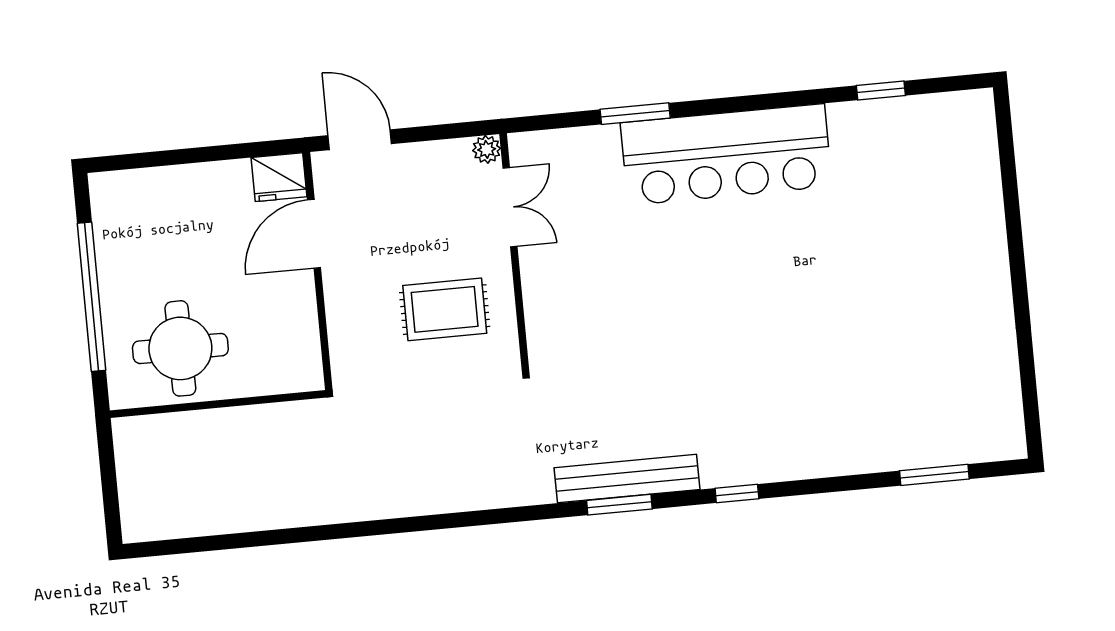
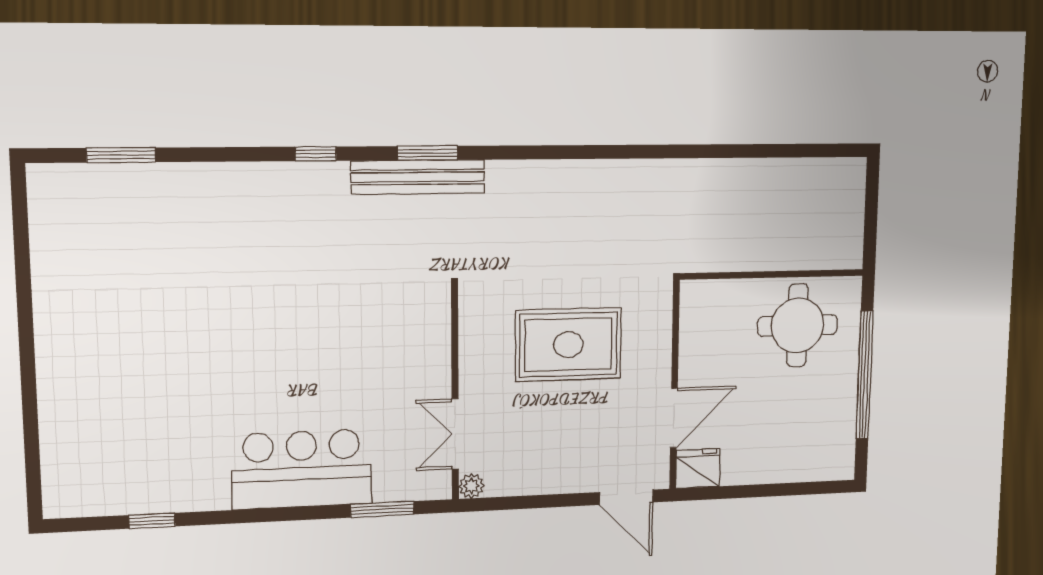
plant: (487, 149) -> (471, 486), moved
bar counter: (726, 154) -> (302, 469), width x0.73
double door: (510, 207) -> (455, 434), moved
wall: (514, 252) -> (455, 393), moved
rug: (445, 309) -> (568, 345), width x1.36, depth x1.43

